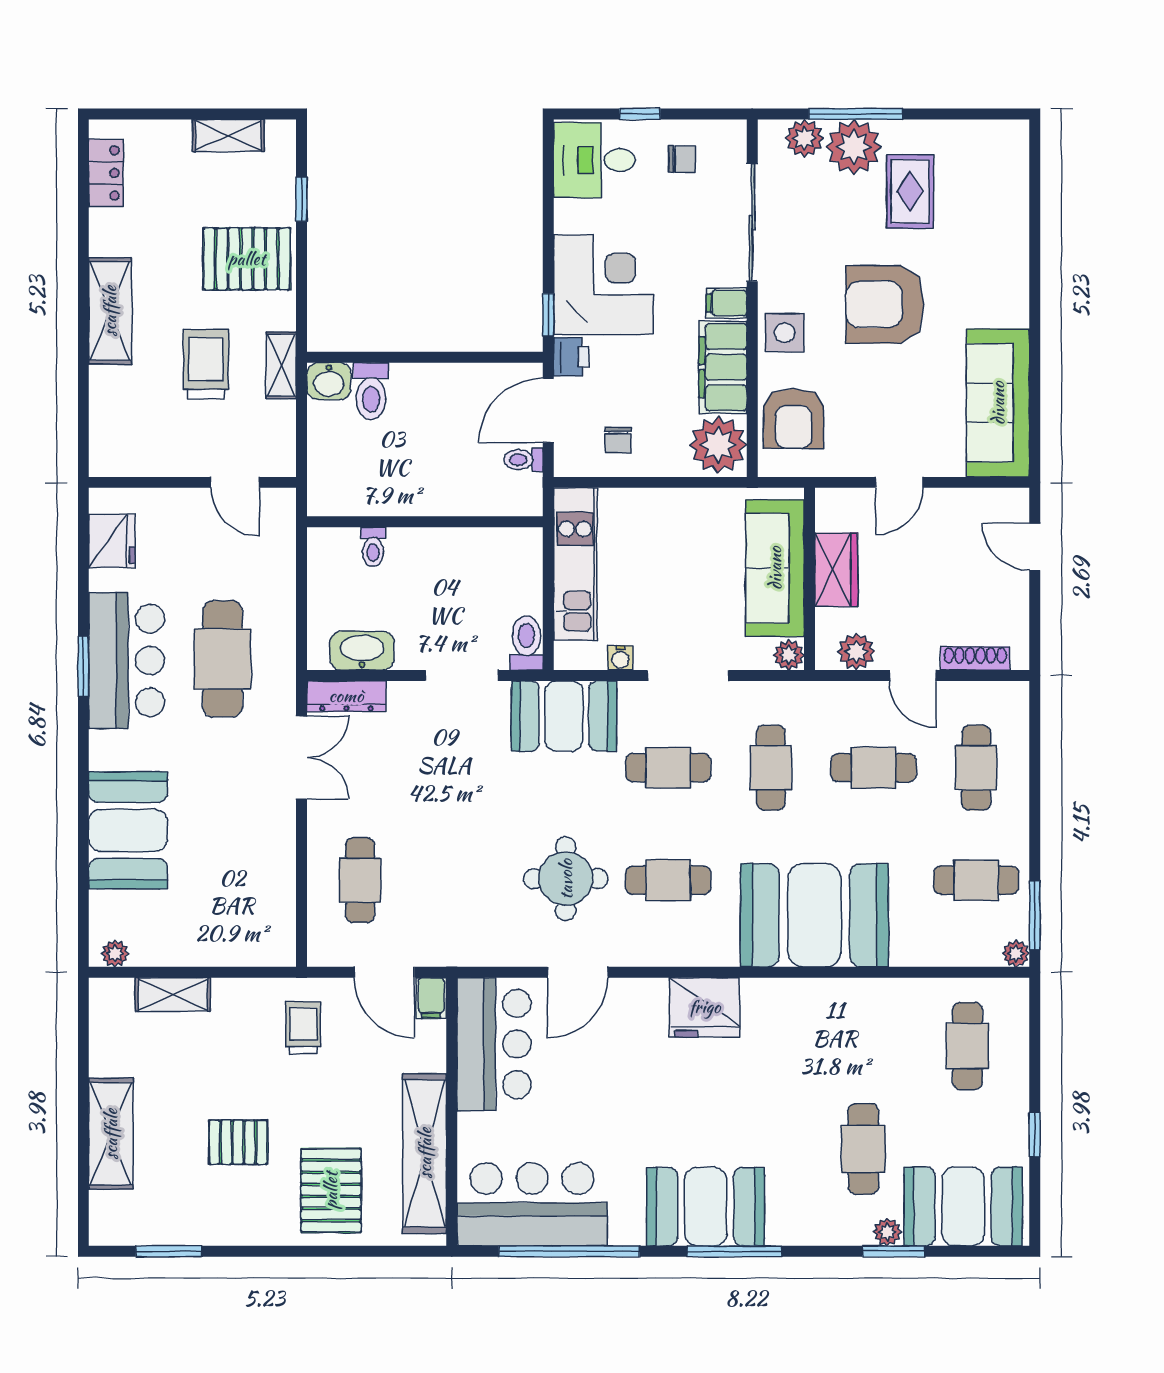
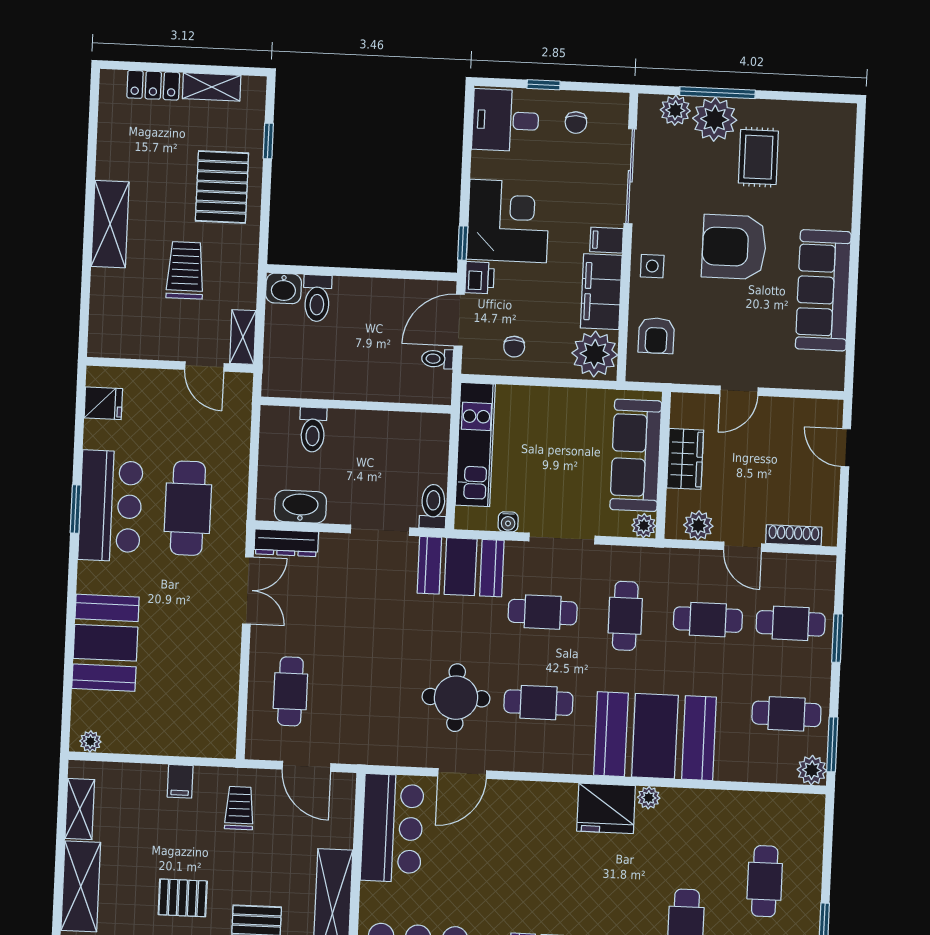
chair: (682, 159) -> (576, 123), turned 90
locker: (106, 173) -> (153, 85), moved, turned 90
pallet: (247, 259) -> (222, 187), turned 90
side table: (785, 333) -> (652, 266), width x0.73, depth x0.73
shelving: (281, 365) -> (243, 337), moved
sofa: (998, 403) -> (823, 290), moved
armchair: (793, 419) -> (656, 336), width x0.72, depth x0.72
fridge: (112, 541) -> (103, 403), width x0.72
toilet: (373, 547) -> (313, 430), width x1.37, depth x1.39
cafe table: (976, 768) -> (791, 623), turned 90
window: (1035, 783) -> (837, 638), added
plant: (1016, 954) -> (812, 770), width x1.38, depth x1.38
plant: (810, 992) -> (649, 798), added
shelving: (173, 995) -> (80, 809), moved, turned 90
filing cabinet: (431, 998) -> (180, 781), moved
fridge: (705, 1007) -> (606, 808), moved
cafe table: (967, 1046) -> (765, 881), moved

